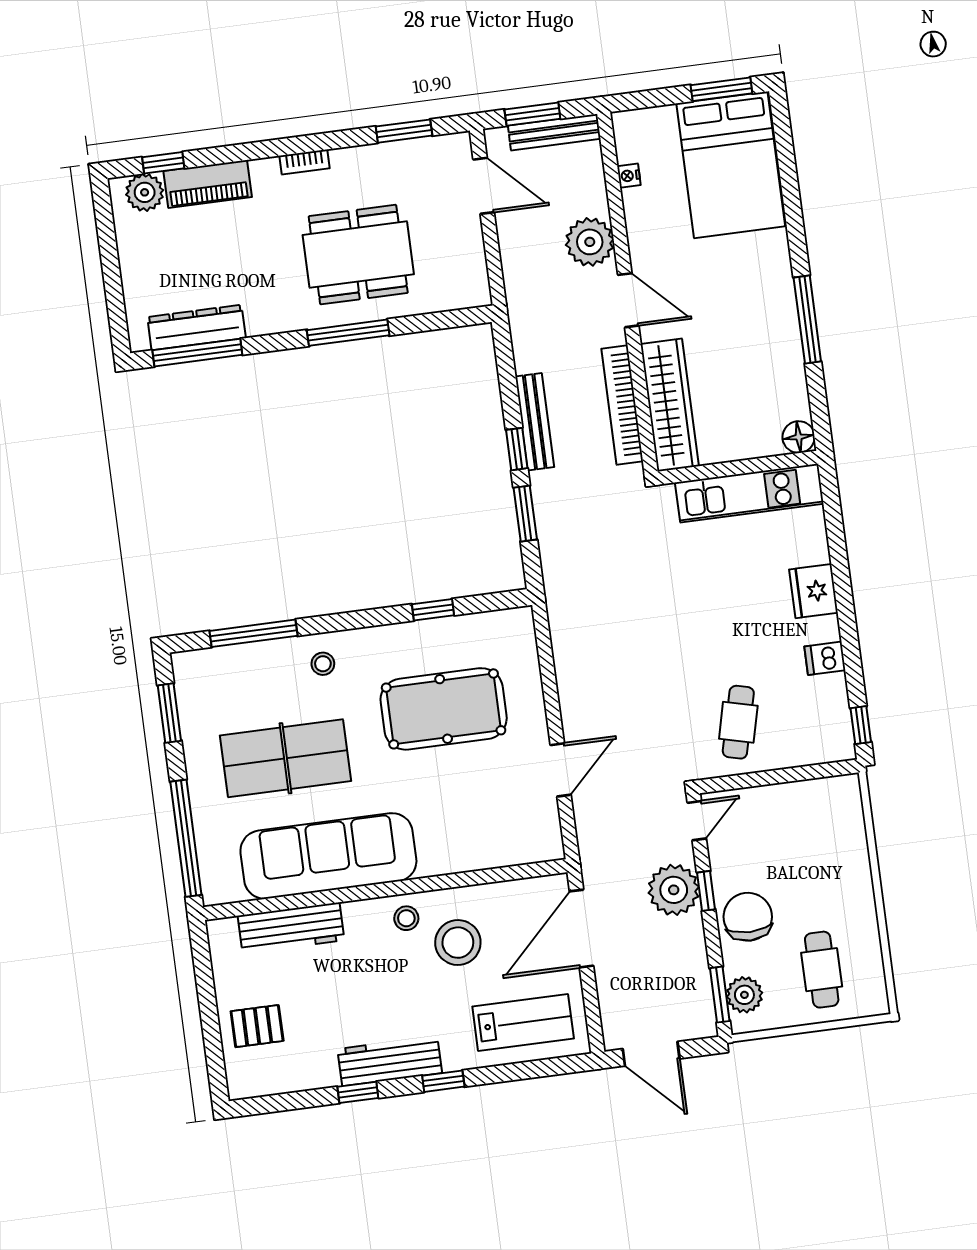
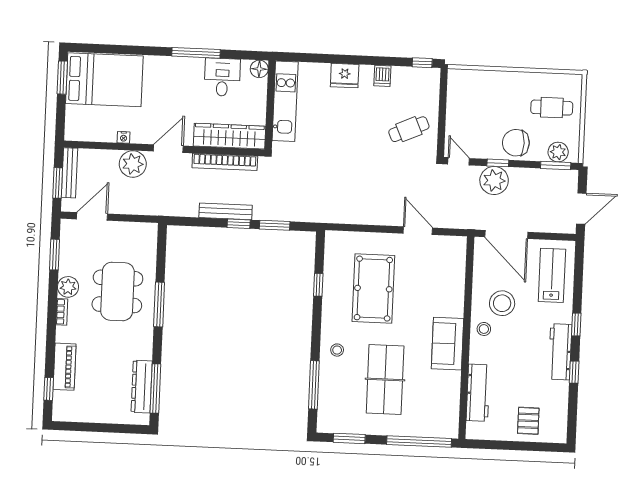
nightstand: (629, 176) -> (124, 137), moved
plant: (145, 192) -> (68, 287), moved
desk: (772, 374) -> (222, 77), added
cafe table: (738, 722) -> (409, 129), turned -38
sofa: (328, 856) -> (447, 344), width x0.54, depth x0.79

